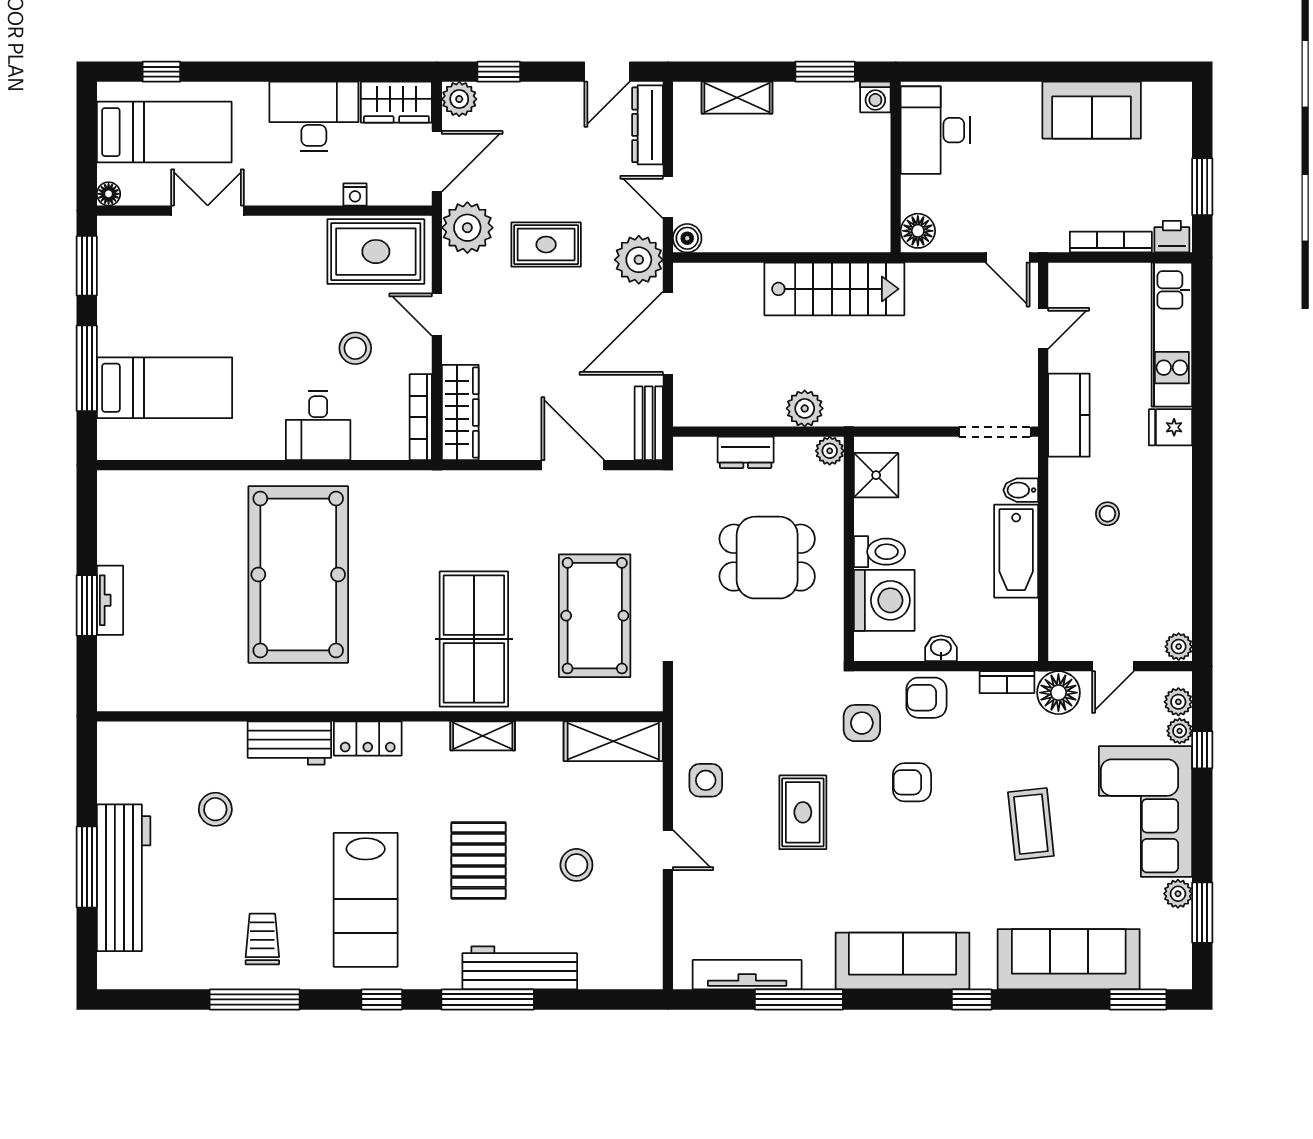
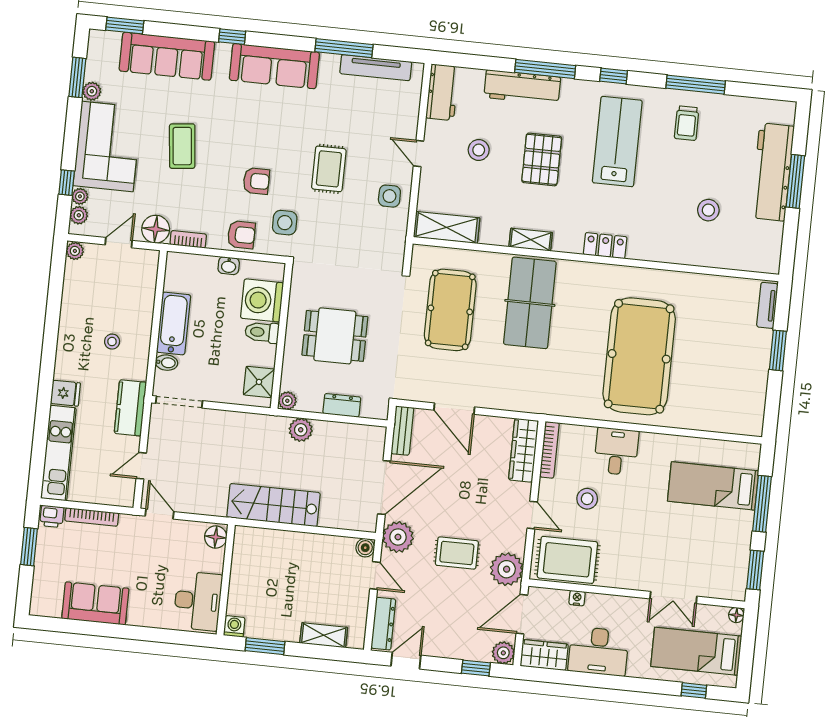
tv unit: (110, 600) -> (767, 305), moved
workbench: (289, 743) -> (442, 92), moved, turned 90

